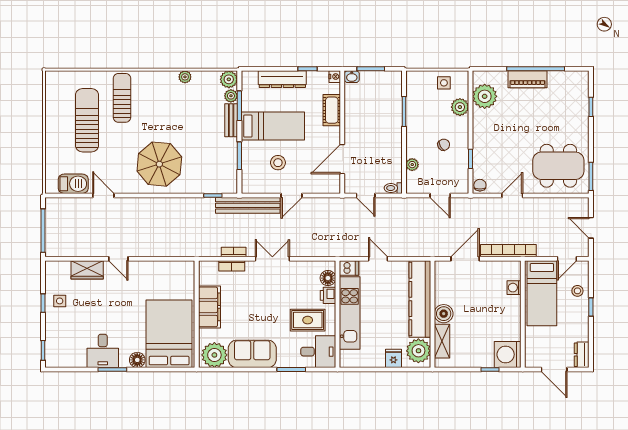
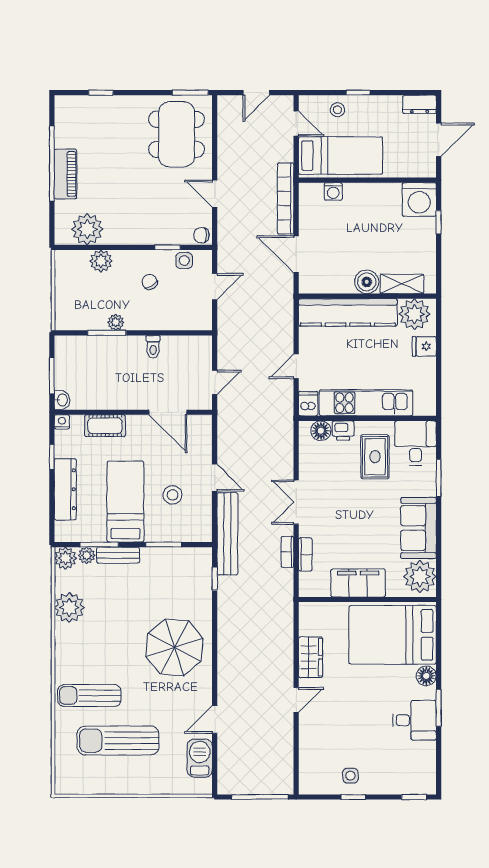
plant: (185, 77) -> (69, 607), width x1.88, depth x1.88
side table: (444, 83) -> (184, 260), moved
plant: (412, 165) -> (116, 322), moved
toilet: (393, 188) -> (153, 347), moved
wardrobe: (87, 270) -> (310, 657), moved

